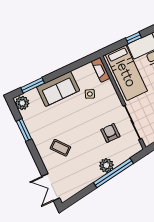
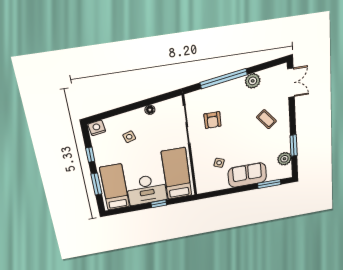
fireplace: (101, 70) -> (201, 182), removed
plant: (22, 103) -> (284, 159), moved
plant: (106, 165) -> (253, 81), moved

